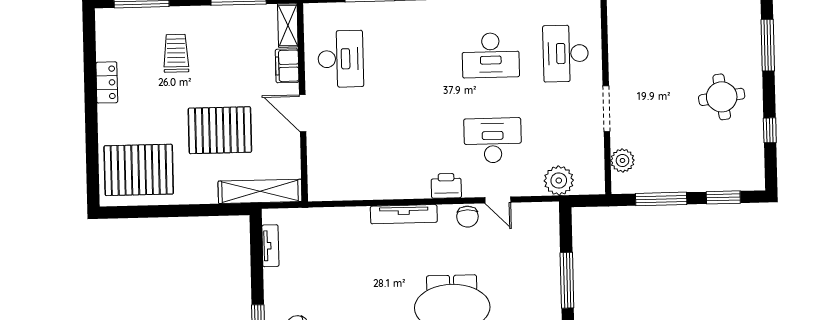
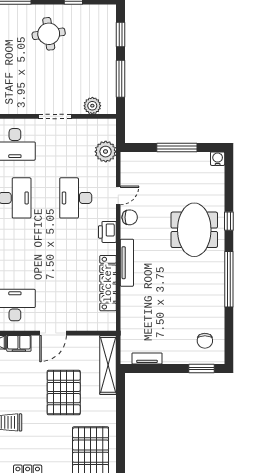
locker: (375, 189) -> (108, 283), added

